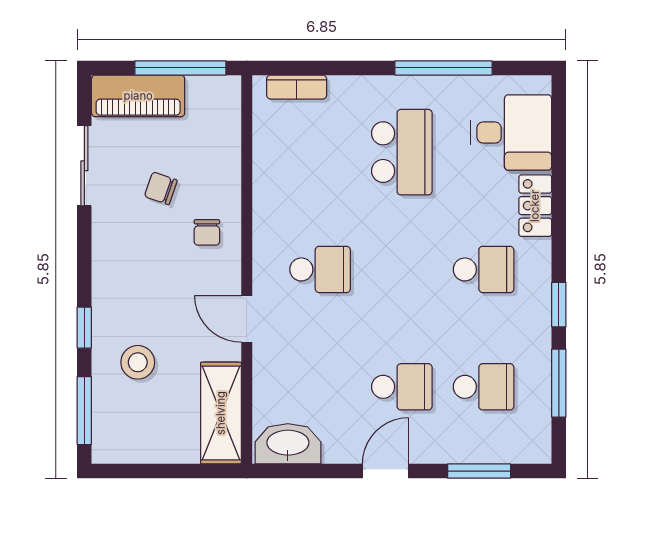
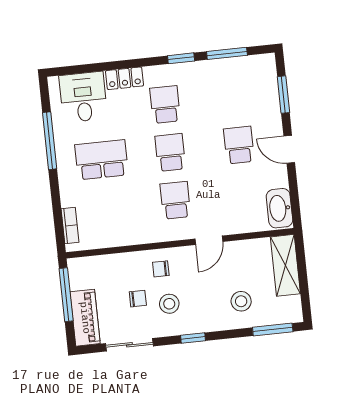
chair: (161, 188) -> (138, 299), turned -109
chair: (207, 232) -> (161, 269), turned 180
stool: (146, 240) -> (169, 304), added
window: (84, 328) -> (193, 338), moved
school desk: (484, 387) -> (170, 152), moved
shelving: (221, 413) -> (285, 265), moved, turned 90

